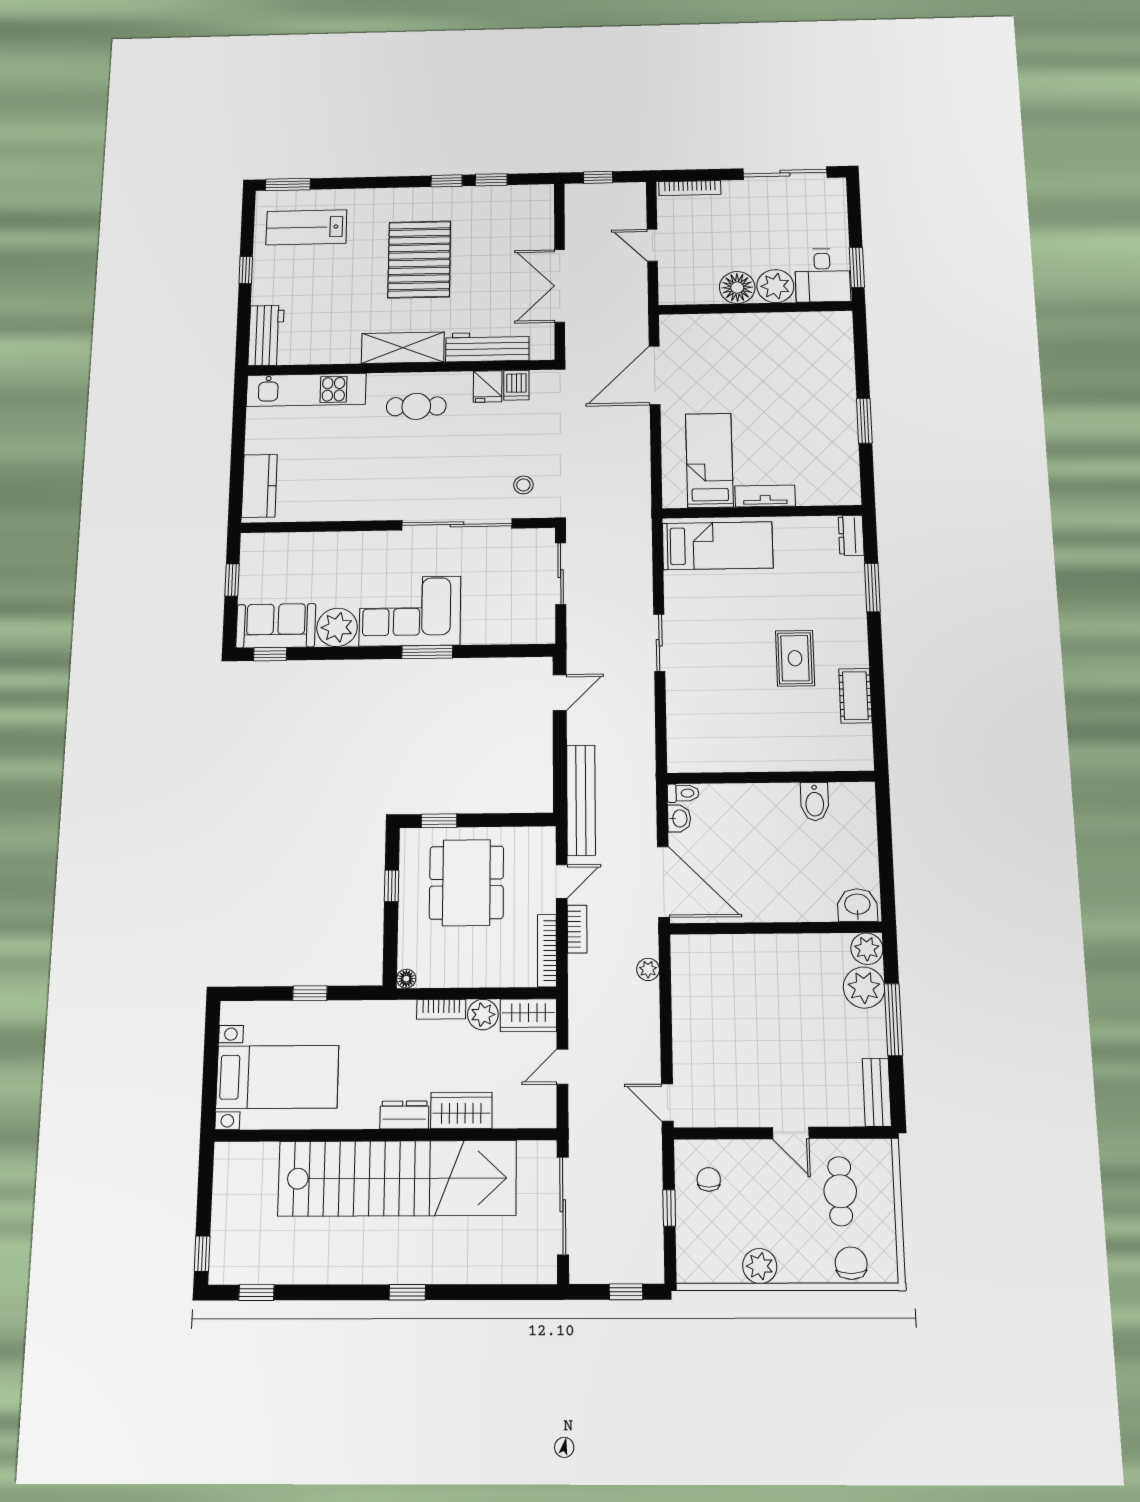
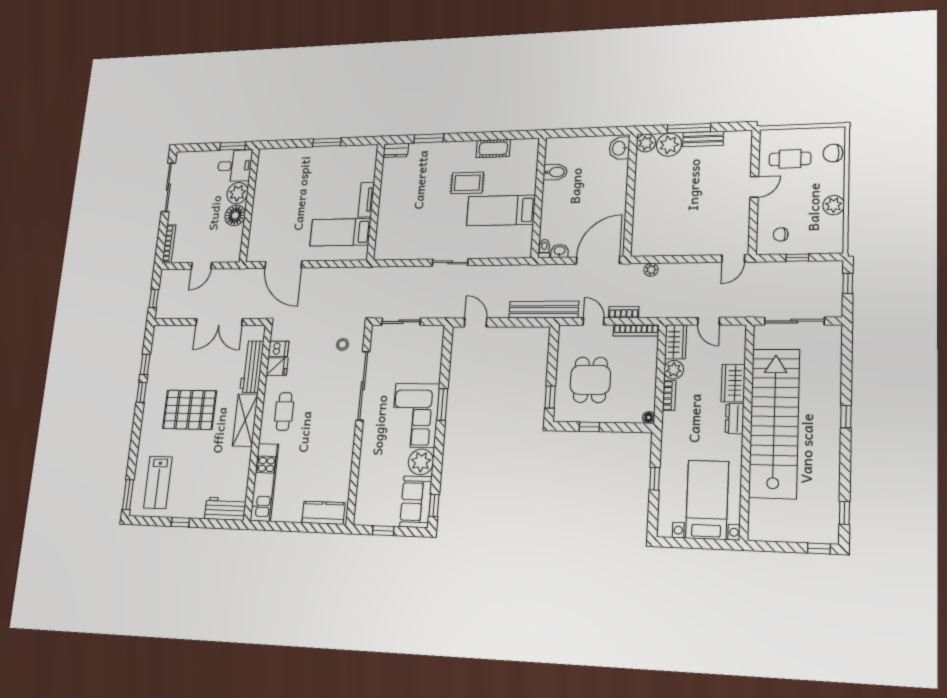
bed: (718, 546) -> (501, 210), moved, turned -90
dining table: (466, 883) -> (590, 380), width x0.73
bench: (877, 1092) -> (703, 139), moved

